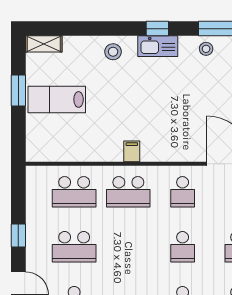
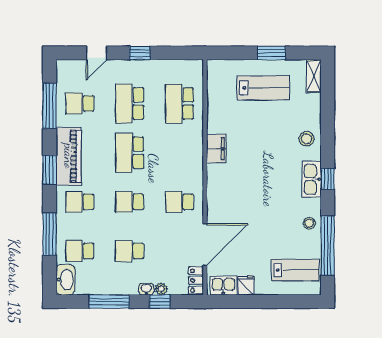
lab bench: (57, 99) -> (263, 88), turned 90
filing cabinet: (132, 151) -> (216, 149), width x2.00
school desk: (128, 192) -> (130, 153), moved

